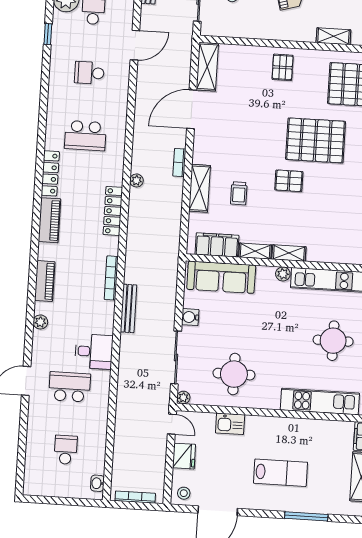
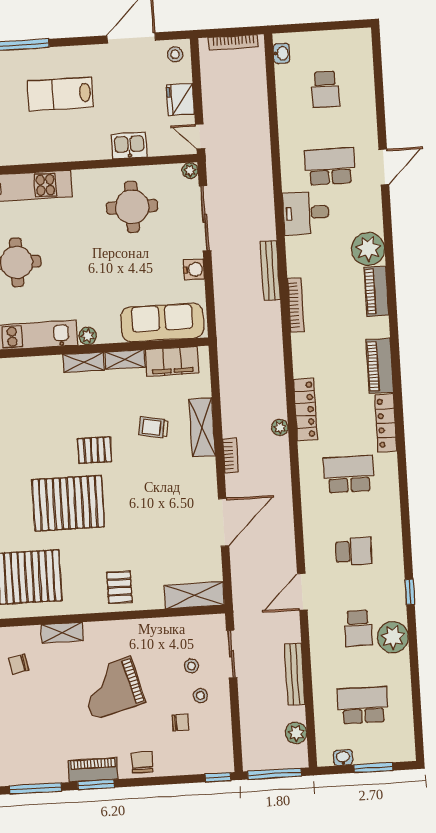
shelving: (207, 67) -> (194, 595), moved, turned 90
trolley: (239, 193) -> (154, 427), turned -80
locker: (113, 211) -> (305, 409), moved
plant: (40, 322) -> (368, 249), width x1.87, depth x1.87
school desk: (70, 387) -> (330, 166), turned 180

